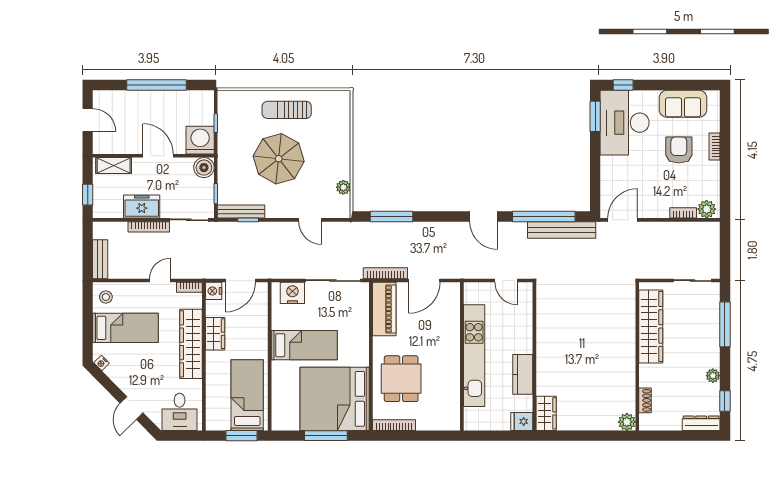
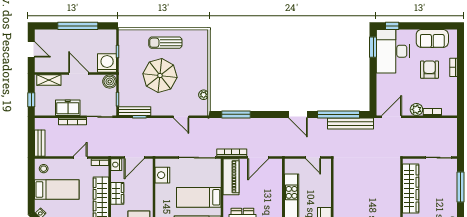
plant: (707, 209) -> (416, 109), moved
nightstand: (292, 293) -> (162, 175), moved, turned -90
bed: (304, 345) -> (199, 197), moved, turned 180

